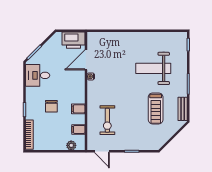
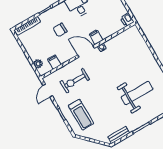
printer: (73, 40) -> (127, 20), width x0.53, depth x0.68
door: (86, 60) -> (86, 51), moved
weight bench: (153, 68) -> (137, 93), turned 90
treadmill: (156, 108) -> (81, 115), moved, turned -90
filing cabinet: (78, 109) -> (96, 37), moved

